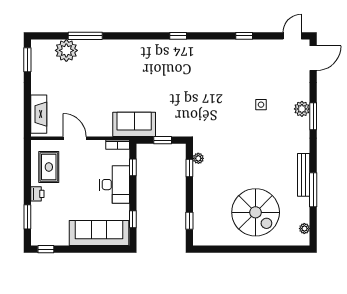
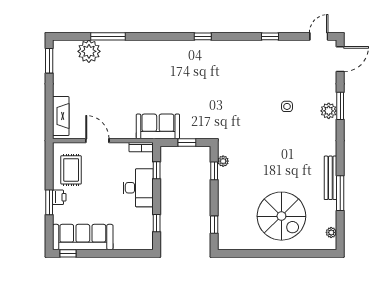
window: (313, 116) -> (340, 106), moved
window: (27, 217) -> (49, 202), moved
sofa: (99, 233) -> (83, 237), moved

